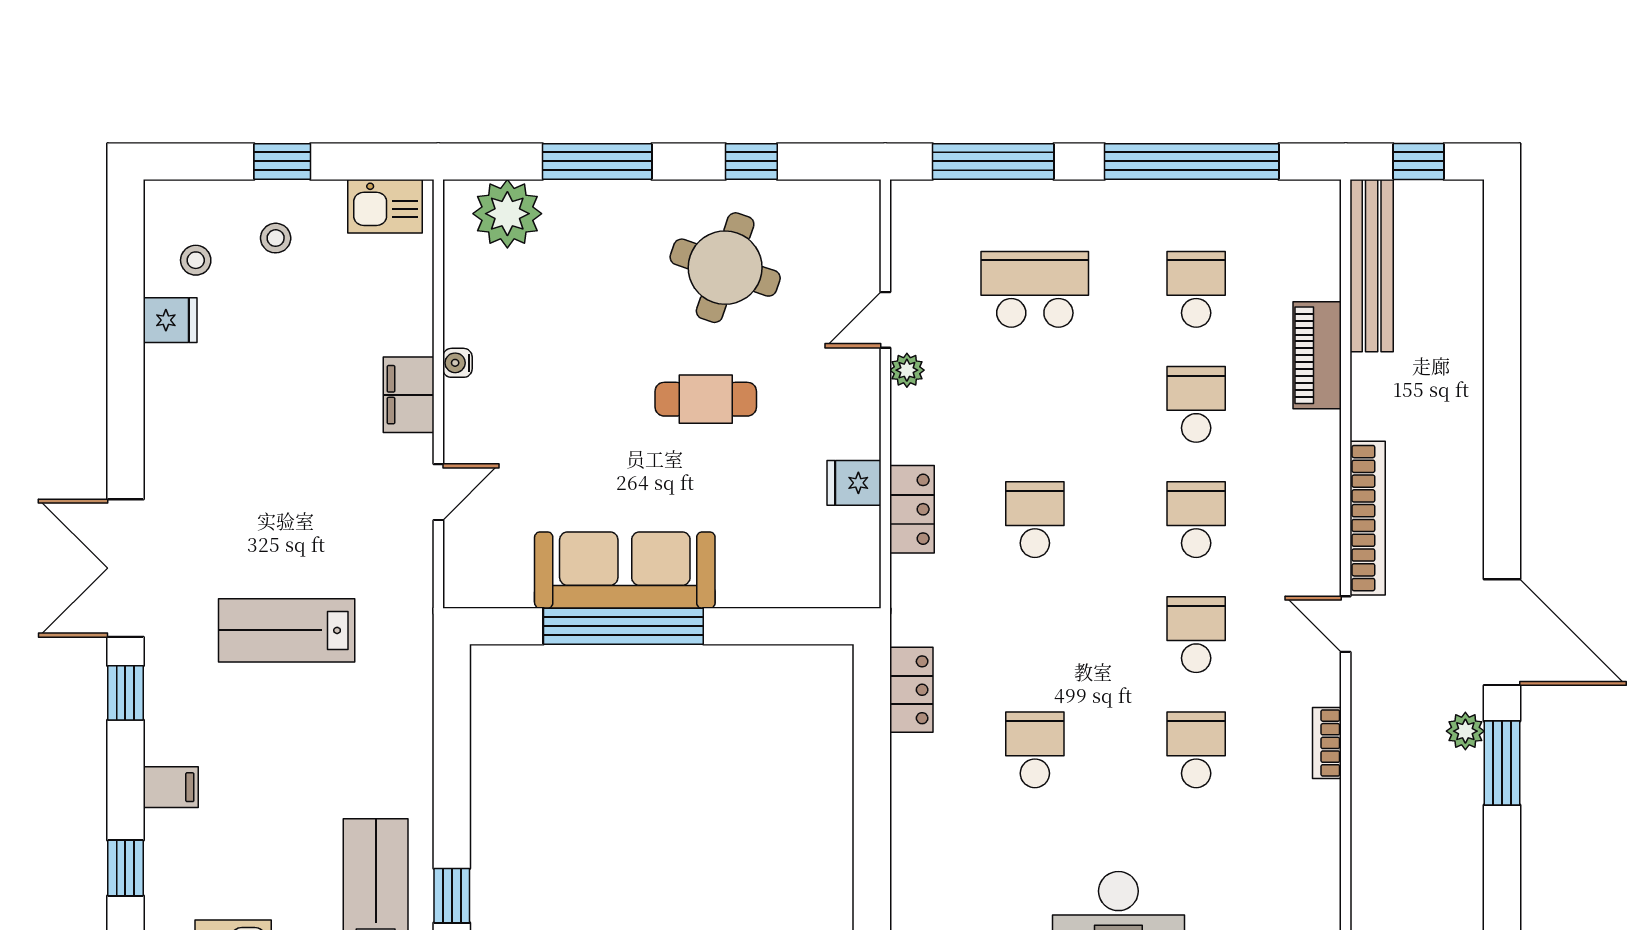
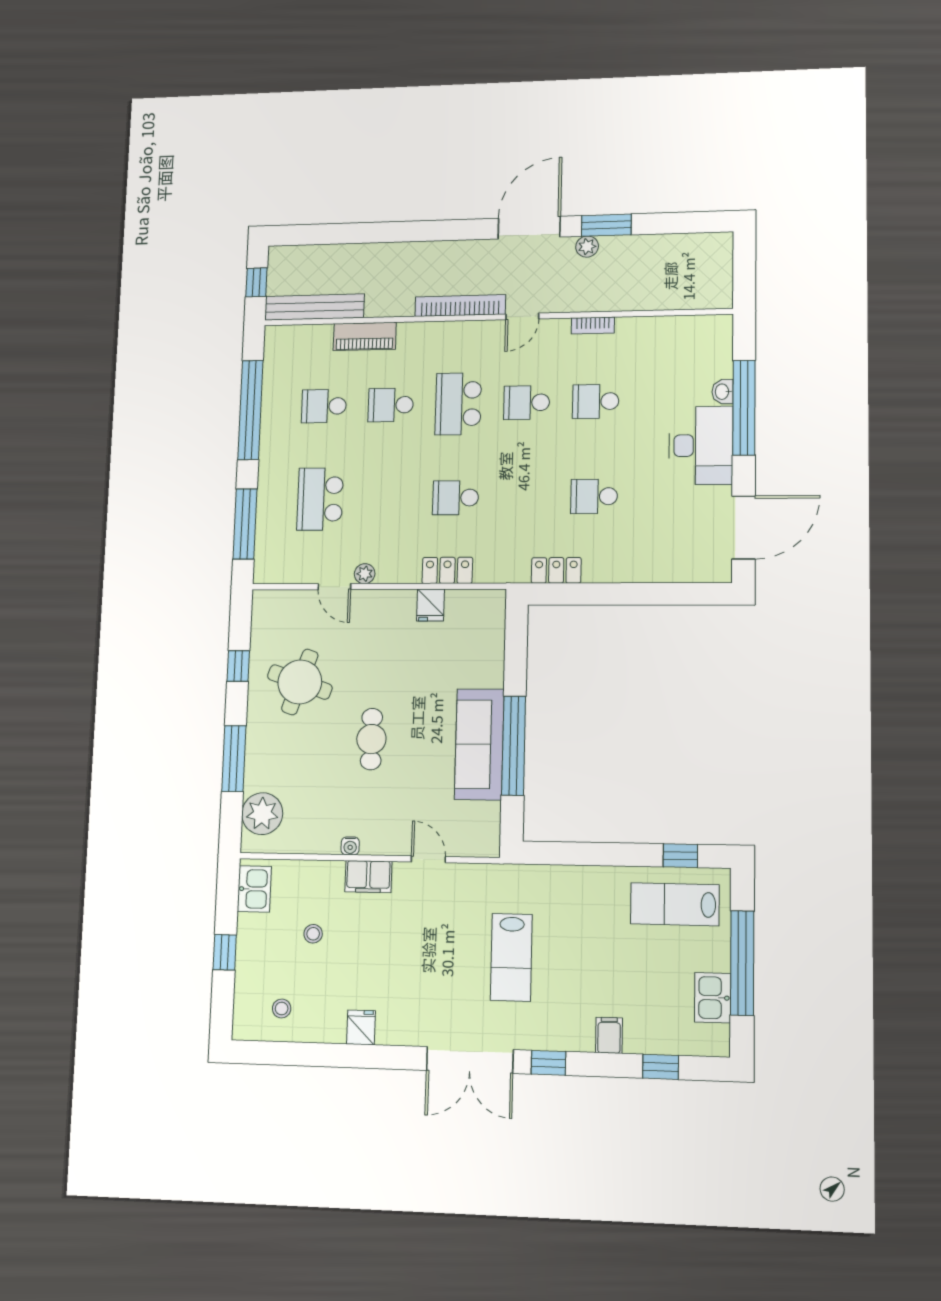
stool: (276, 238) -> (313, 934), moved
fridge: (170, 320) -> (361, 1027), moved
cafe table: (706, 399) -> (371, 739), moved
school desk: (1196, 520) -> (458, 404), width x1.85

